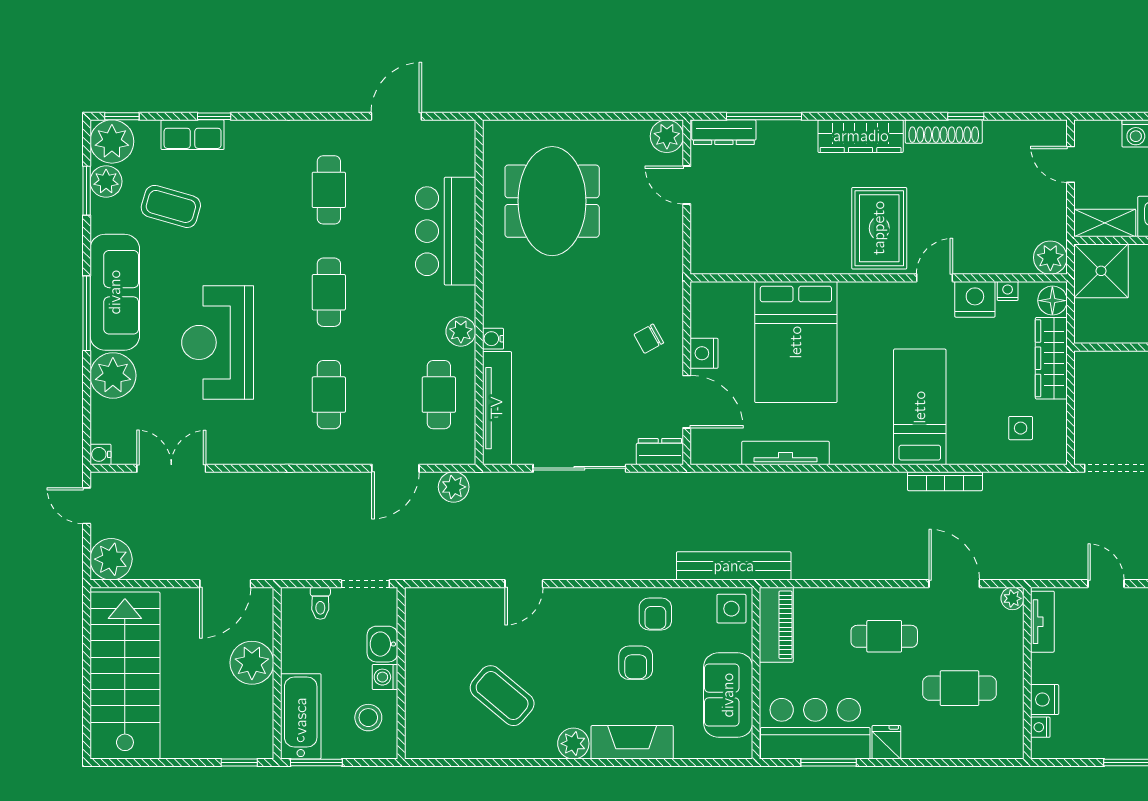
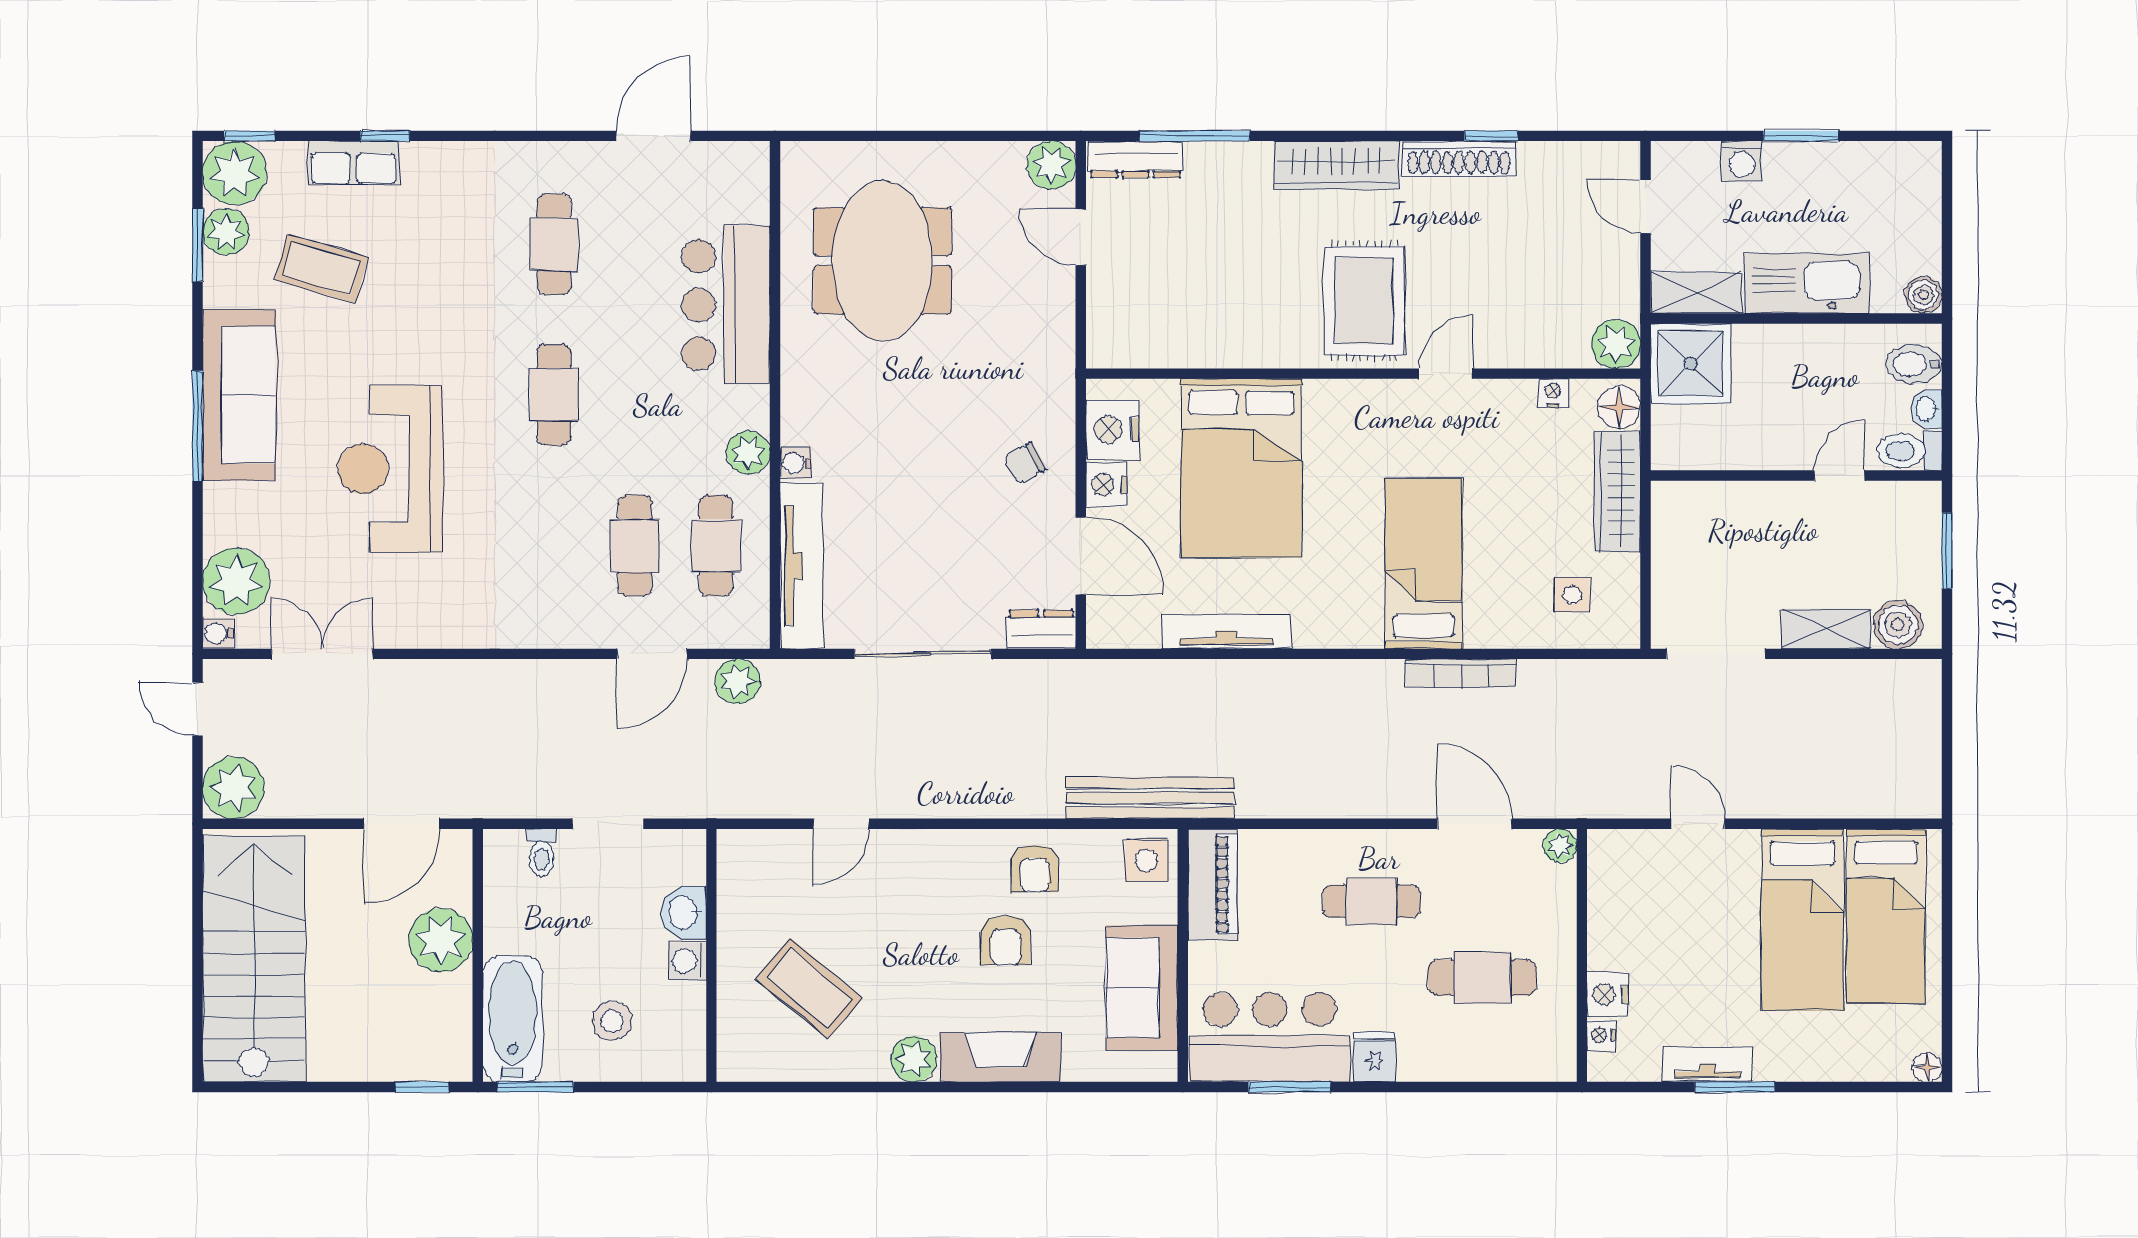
nightstand: (975, 299) -> (1112, 430), moved, turned -90
plant: (113, 375) -> (236, 581), moved
cafe table: (329, 395) -> (635, 546), moved
tv unit: (1042, 622) -> (1708, 1065), moved, turned -90
washbasin: (382, 644) -> (684, 913), moved
wall: (401, 673) -> (711, 955), moved
washing machine: (385, 677) -> (688, 961), moved

